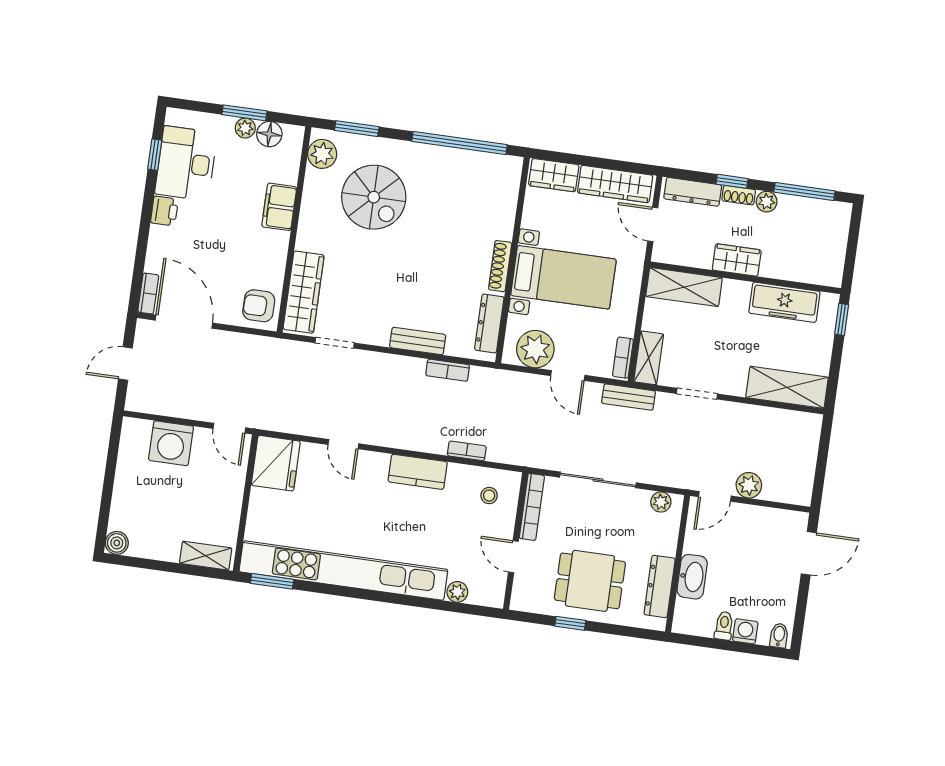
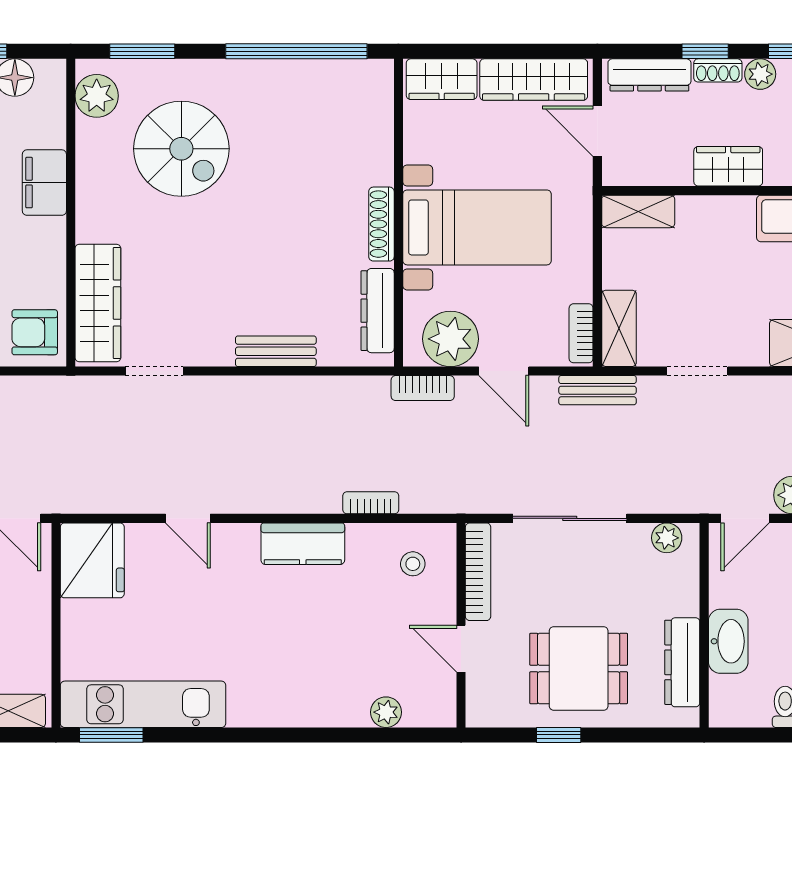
shelving: (684, 287) -> (638, 211), width x0.67, depth x0.75
bookcase: (448, 370) -> (423, 388), moved
kitchen unit: (343, 571) -> (143, 704), width x0.54

